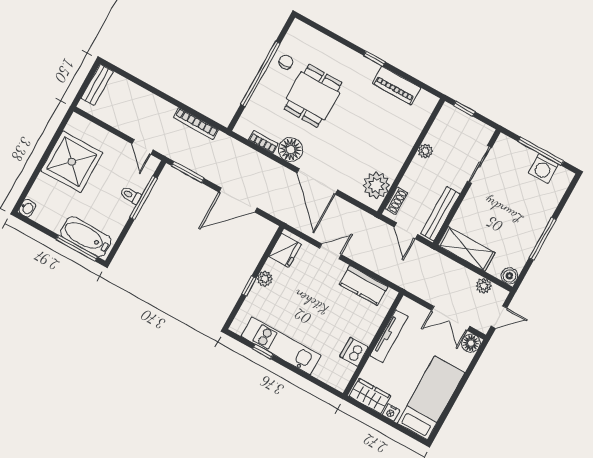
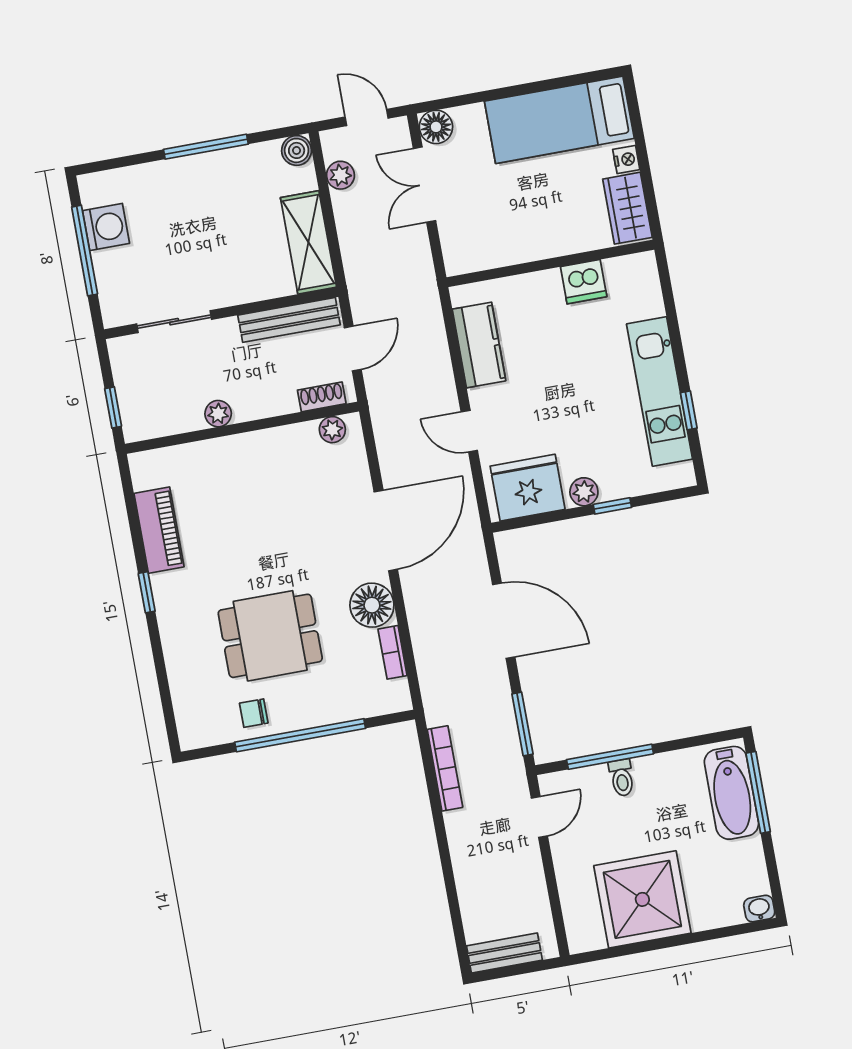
plant: (376, 185) -> (332, 430), width x0.53, depth x0.53
fridge: (285, 250) -> (528, 488), width x1.36, depth x1.34
double door: (451, 318) -> (424, 185), swing flipped
tv unit: (389, 336) -> (521, 250), removed

